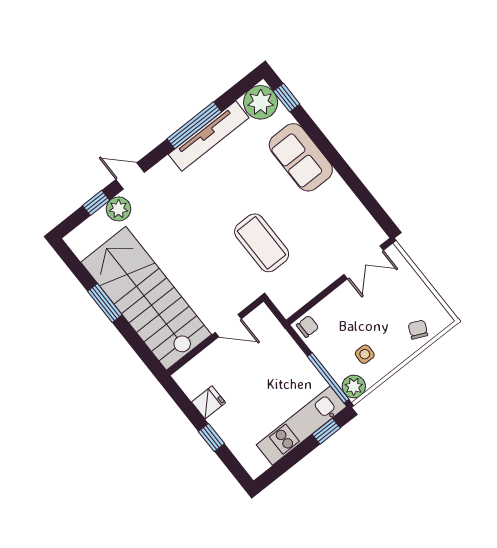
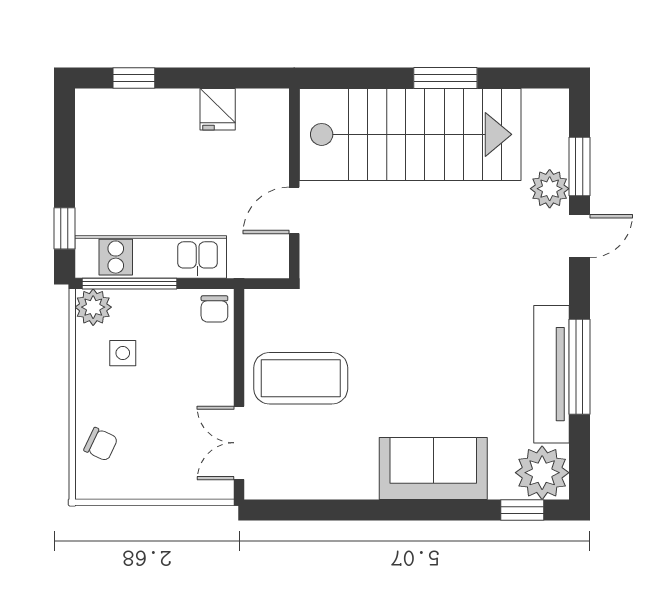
window: (96, 203) -> (579, 167), width x1.50
coffee table: (262, 243) -> (301, 378), moved
kitchen unit: (301, 426) -> (151, 257), moved, turned -90
window: (211, 437) -> (134, 78), moved

